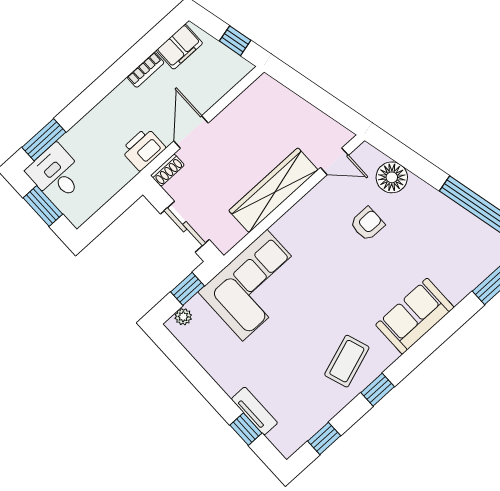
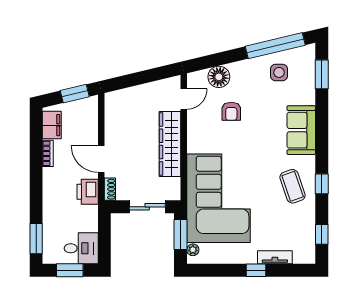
window: (235, 41) -> (75, 94), width x1.50
desk: (56, 174) -> (81, 248), moved, turned 180
armchair: (367, 224) -> (231, 111), turned 180
side table: (455, 237) -> (279, 72), added
corner sofa: (255, 285) -> (218, 198), width x1.36, depth x1.36
window: (187, 289) -> (181, 235), width x1.50
window: (246, 429) -> (256, 270), moved

